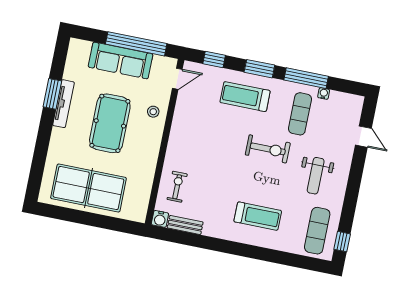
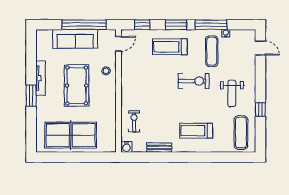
window: (52, 94) -> (31, 96), moved
door: (363, 137) -> (260, 48), moved
treadmill: (258, 216) -> (196, 131), turned 180
bench: (185, 225) -> (159, 148), moved
window: (342, 242) -> (260, 110), moved

